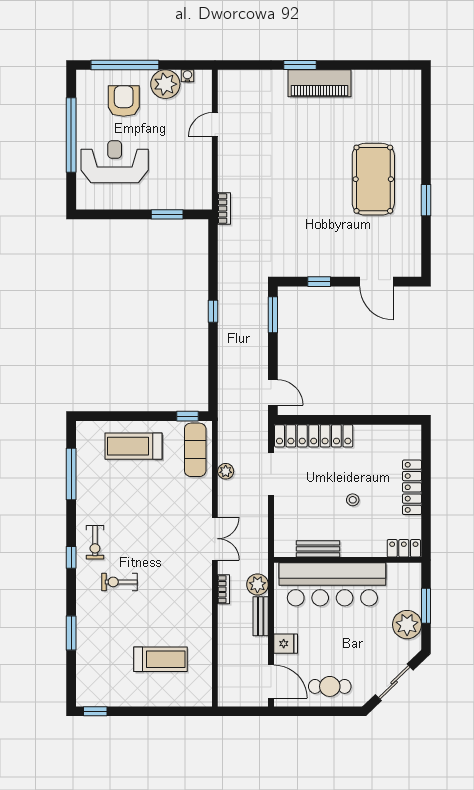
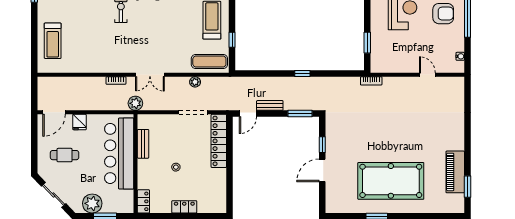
window: (300, 65) -> (467, 187), moved
piano: (320, 83) -> (455, 172), moved
plant: (165, 84) -> (455, 41), removed
pool table: (373, 179) -> (391, 181), width x1.36, depth x1.32
door: (376, 282) -> (322, 170), moved
window: (188, 416) -> (232, 40), moved
locker: (412, 487) -> (184, 207), width x0.66
plant: (257, 584) -> (135, 103), moved
bench: (261, 616) -> (270, 105), moved
treadmill: (160, 659) -> (53, 41), moved
cafe table: (330, 686) -> (65, 155), moved, turned 90

